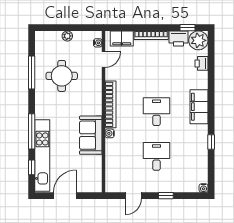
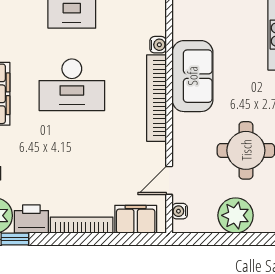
plant: (67, 36) -> (236, 215), width x1.88, depth x1.88
desk: (156, 112) -> (72, 85), width x1.37
sofa: (91, 135) -> (192, 76), moved

